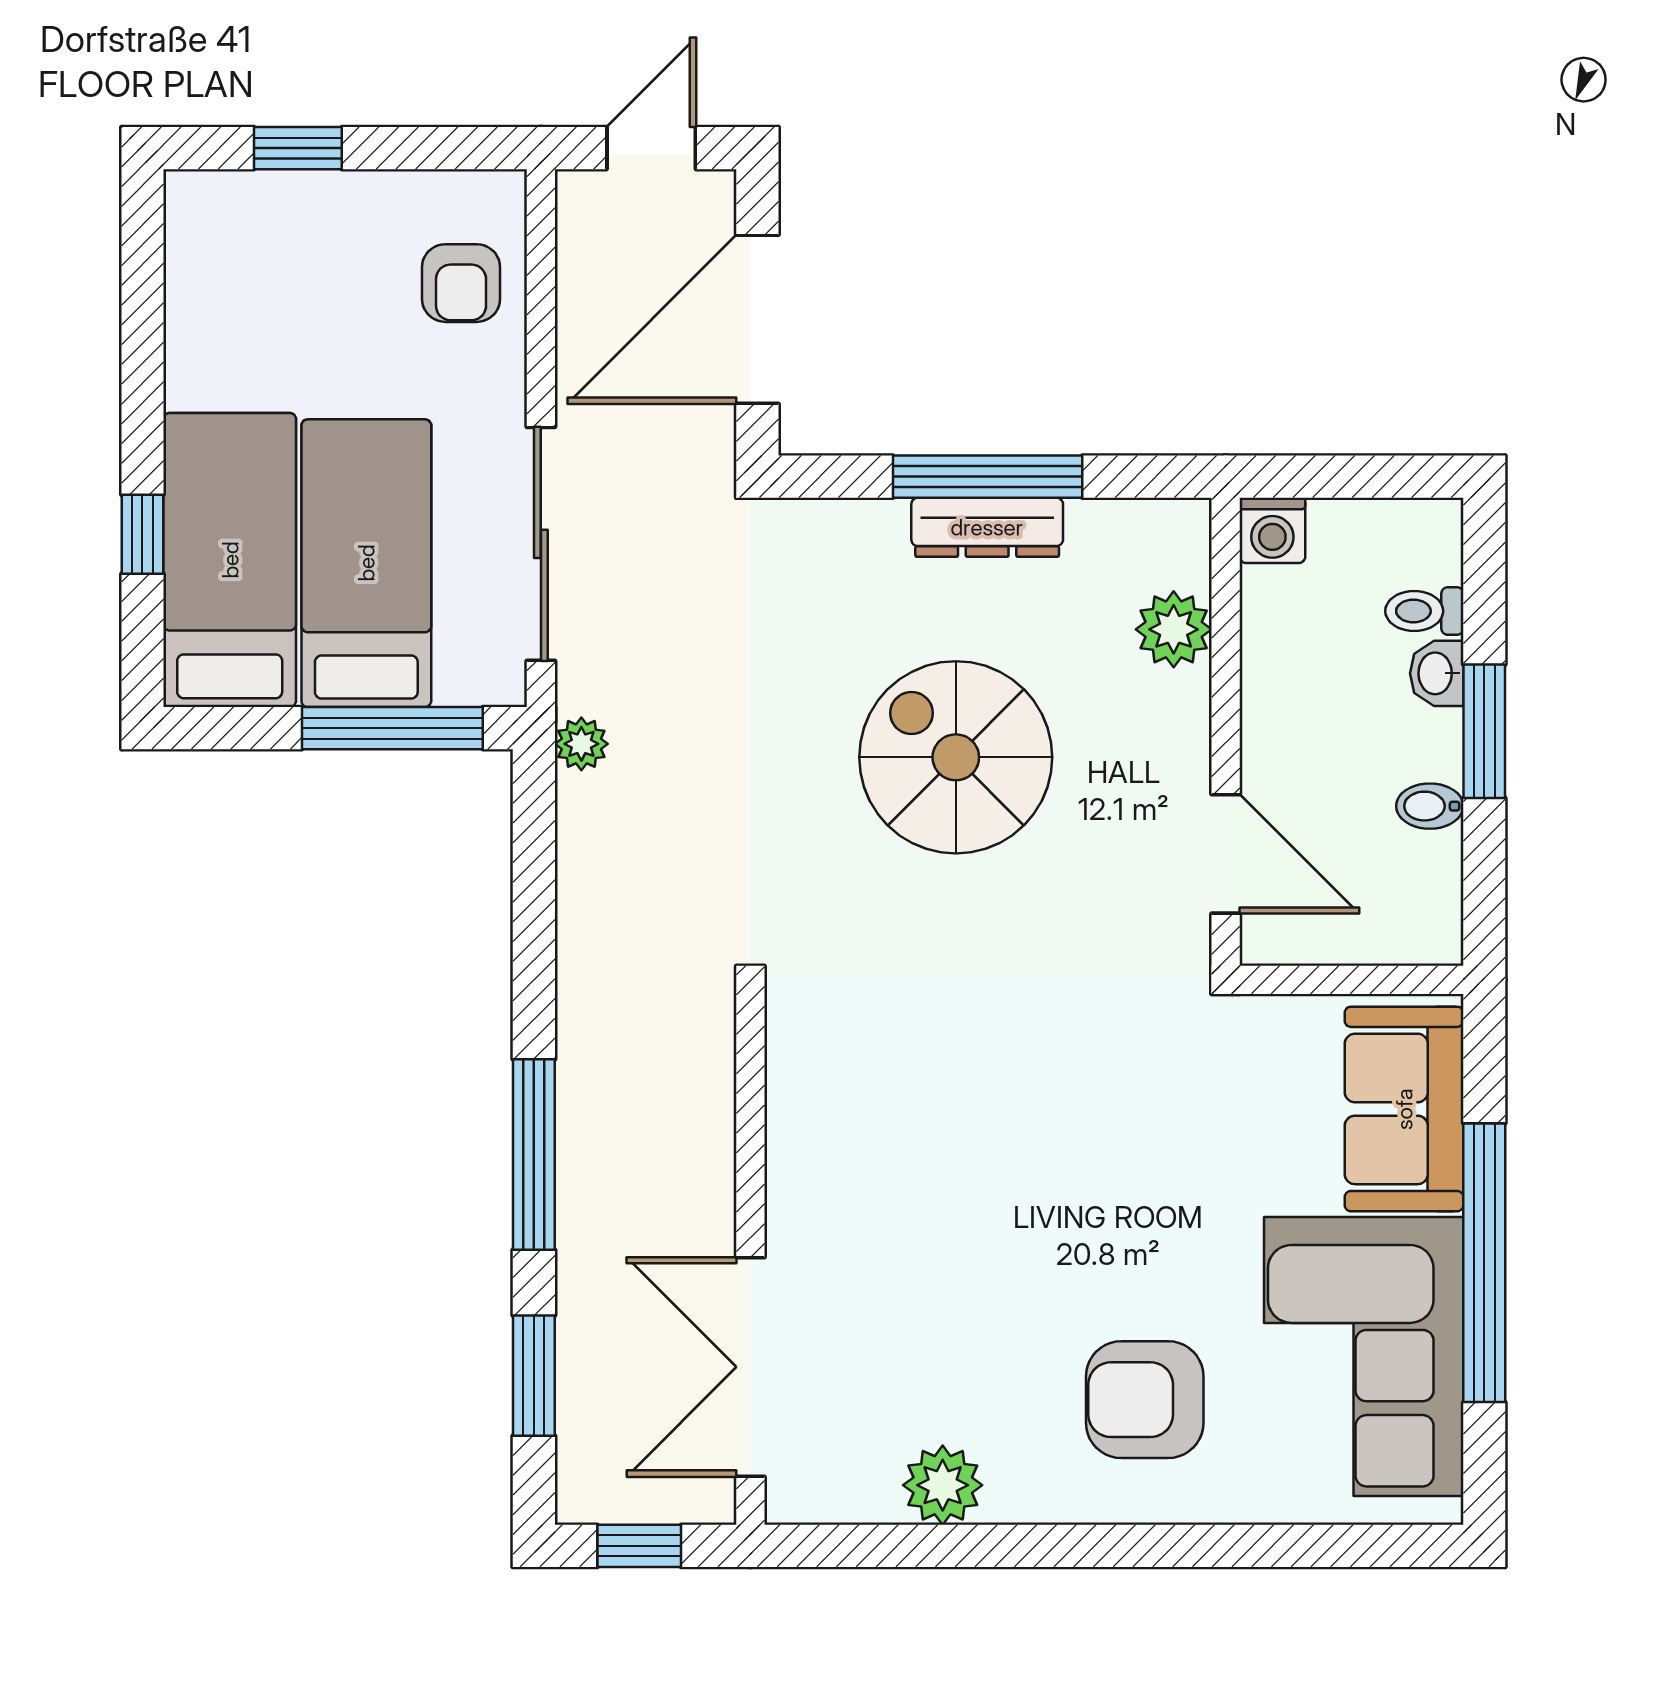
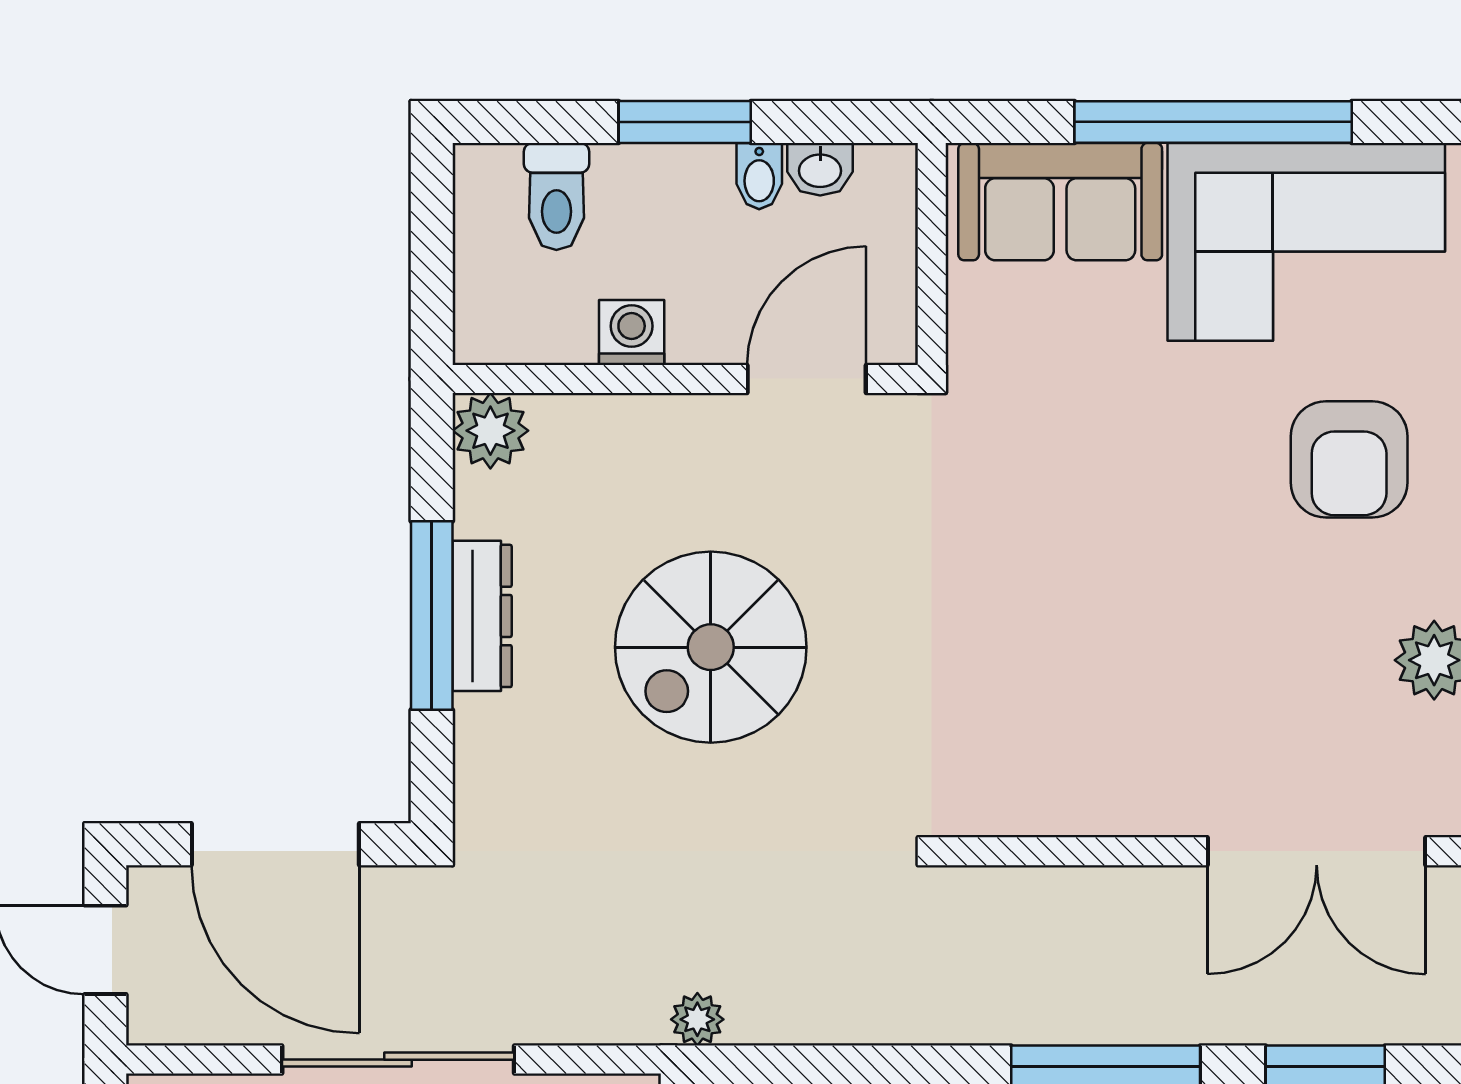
washing machine: (1272, 530) -> (632, 333), moved, turned -90
sliding door: (541, 544) -> (398, 1060), moved
toilet: (1424, 611) -> (556, 196), width x1.37, depth x1.39
plant: (1174, 629) -> (490, 431), moved
washbasin: (1437, 673) -> (820, 169), moved

